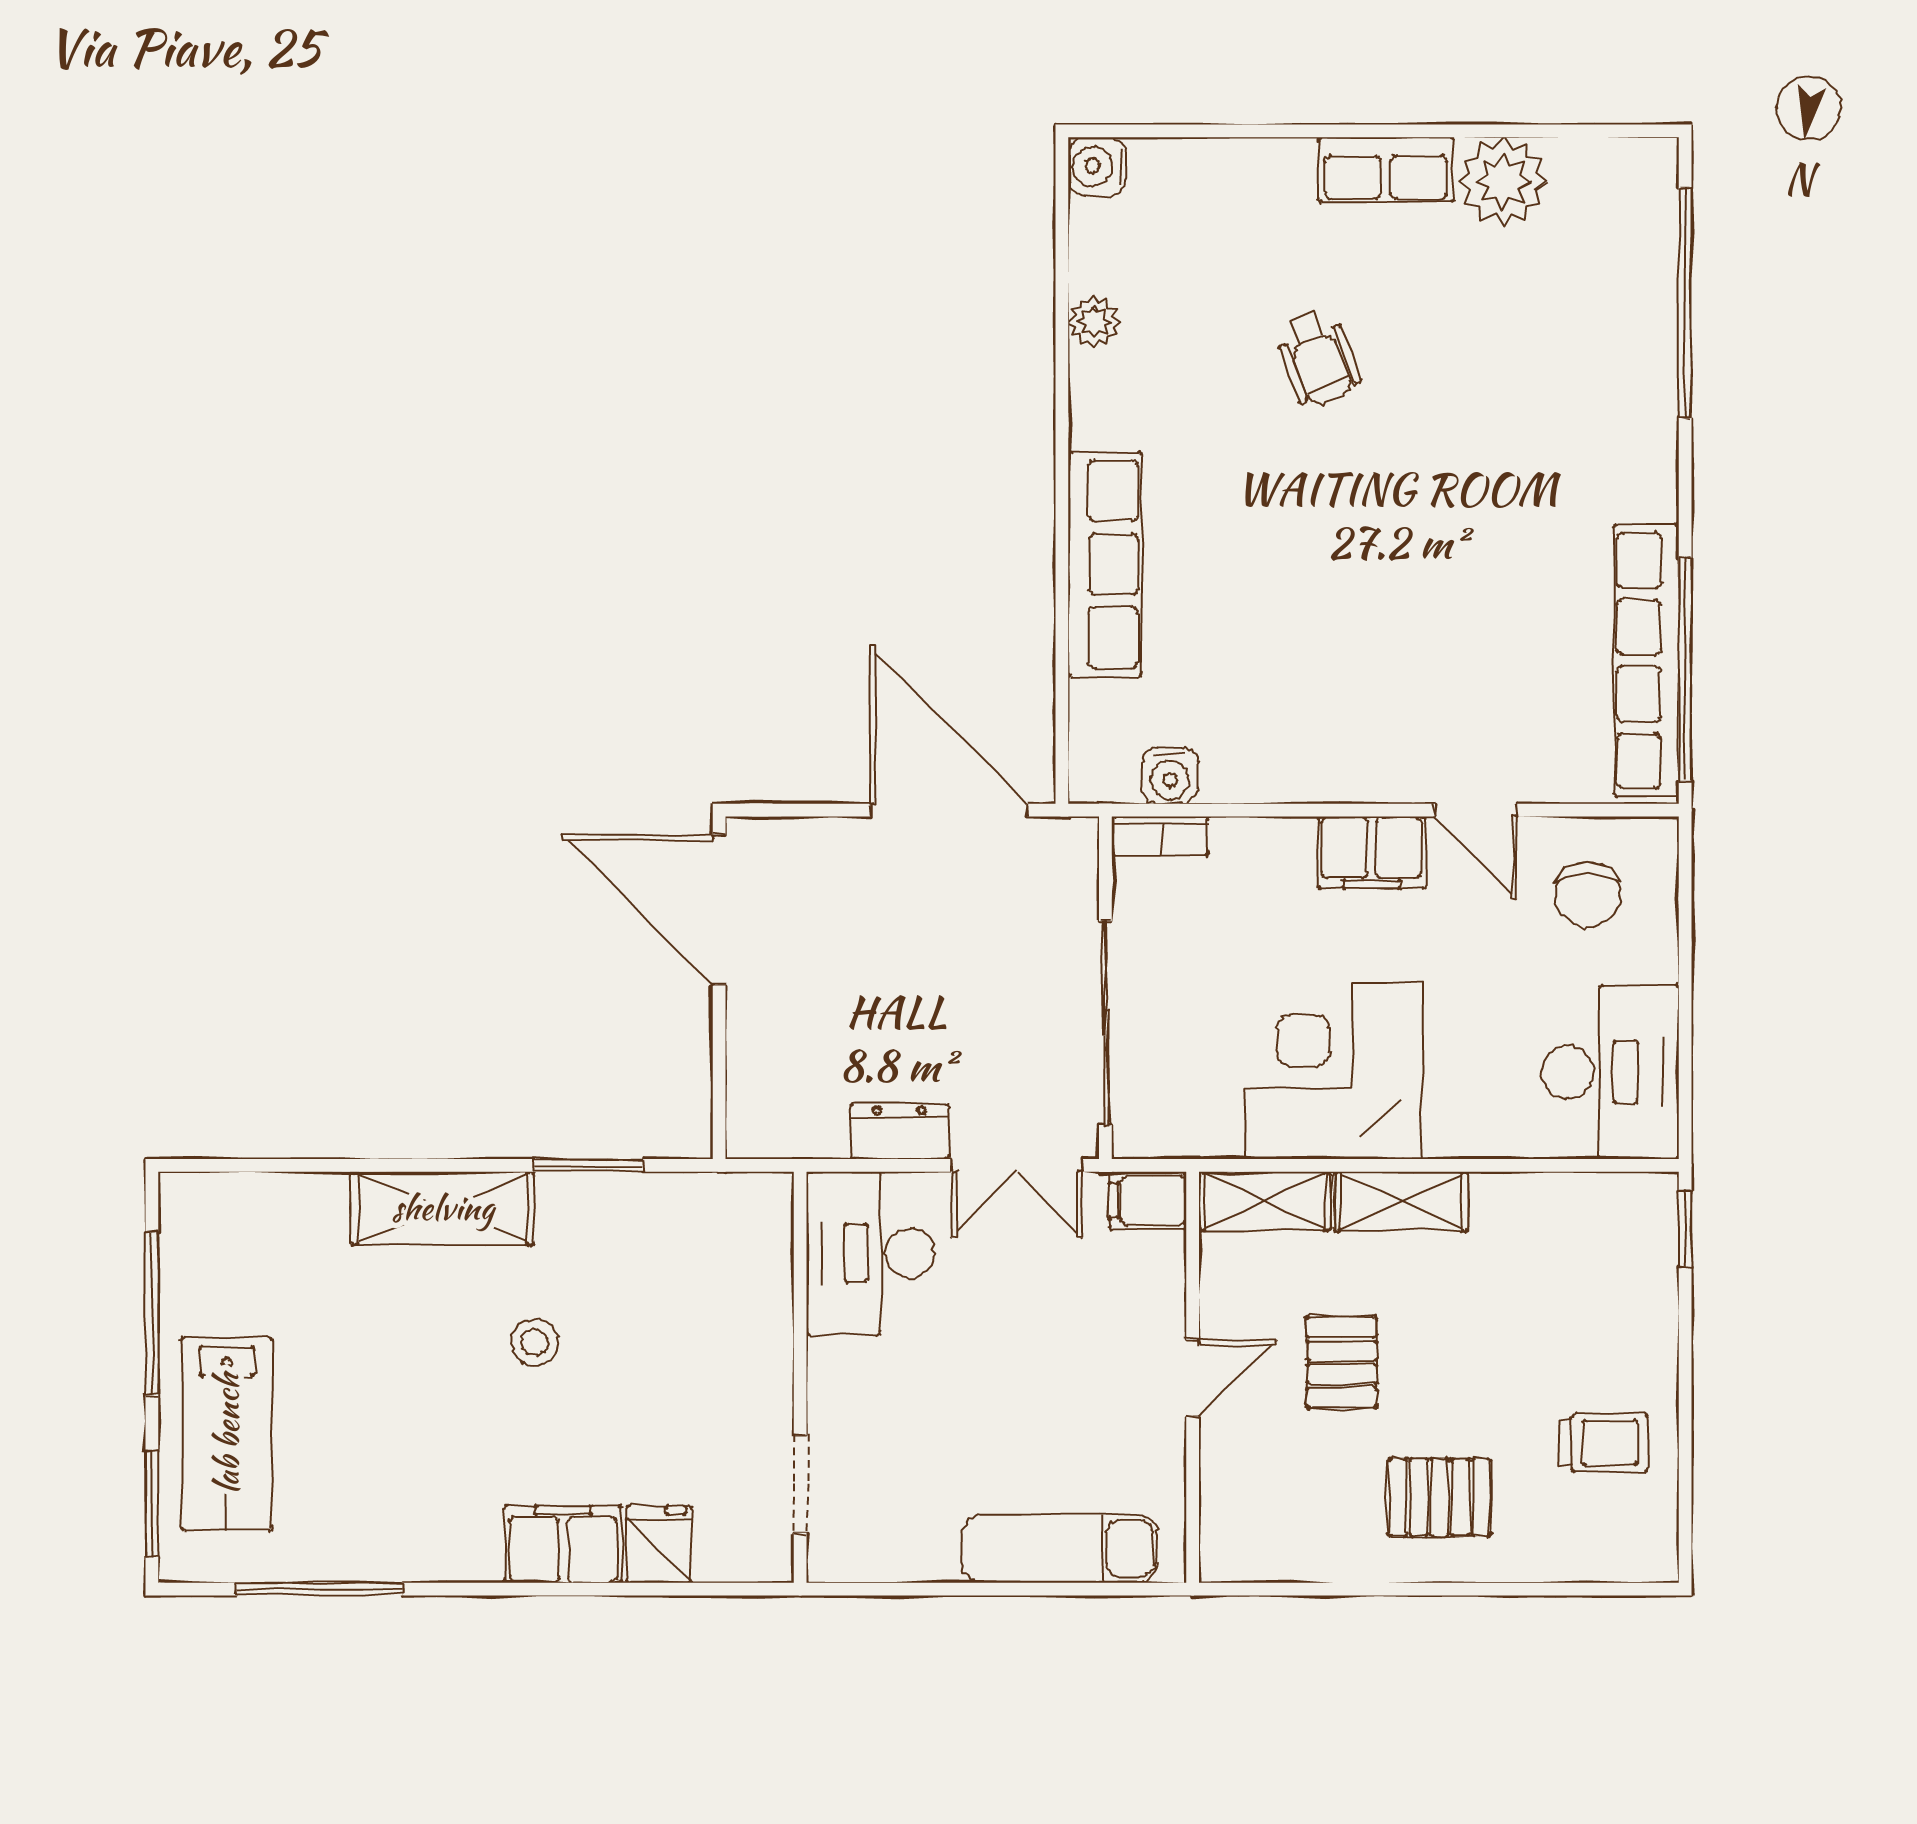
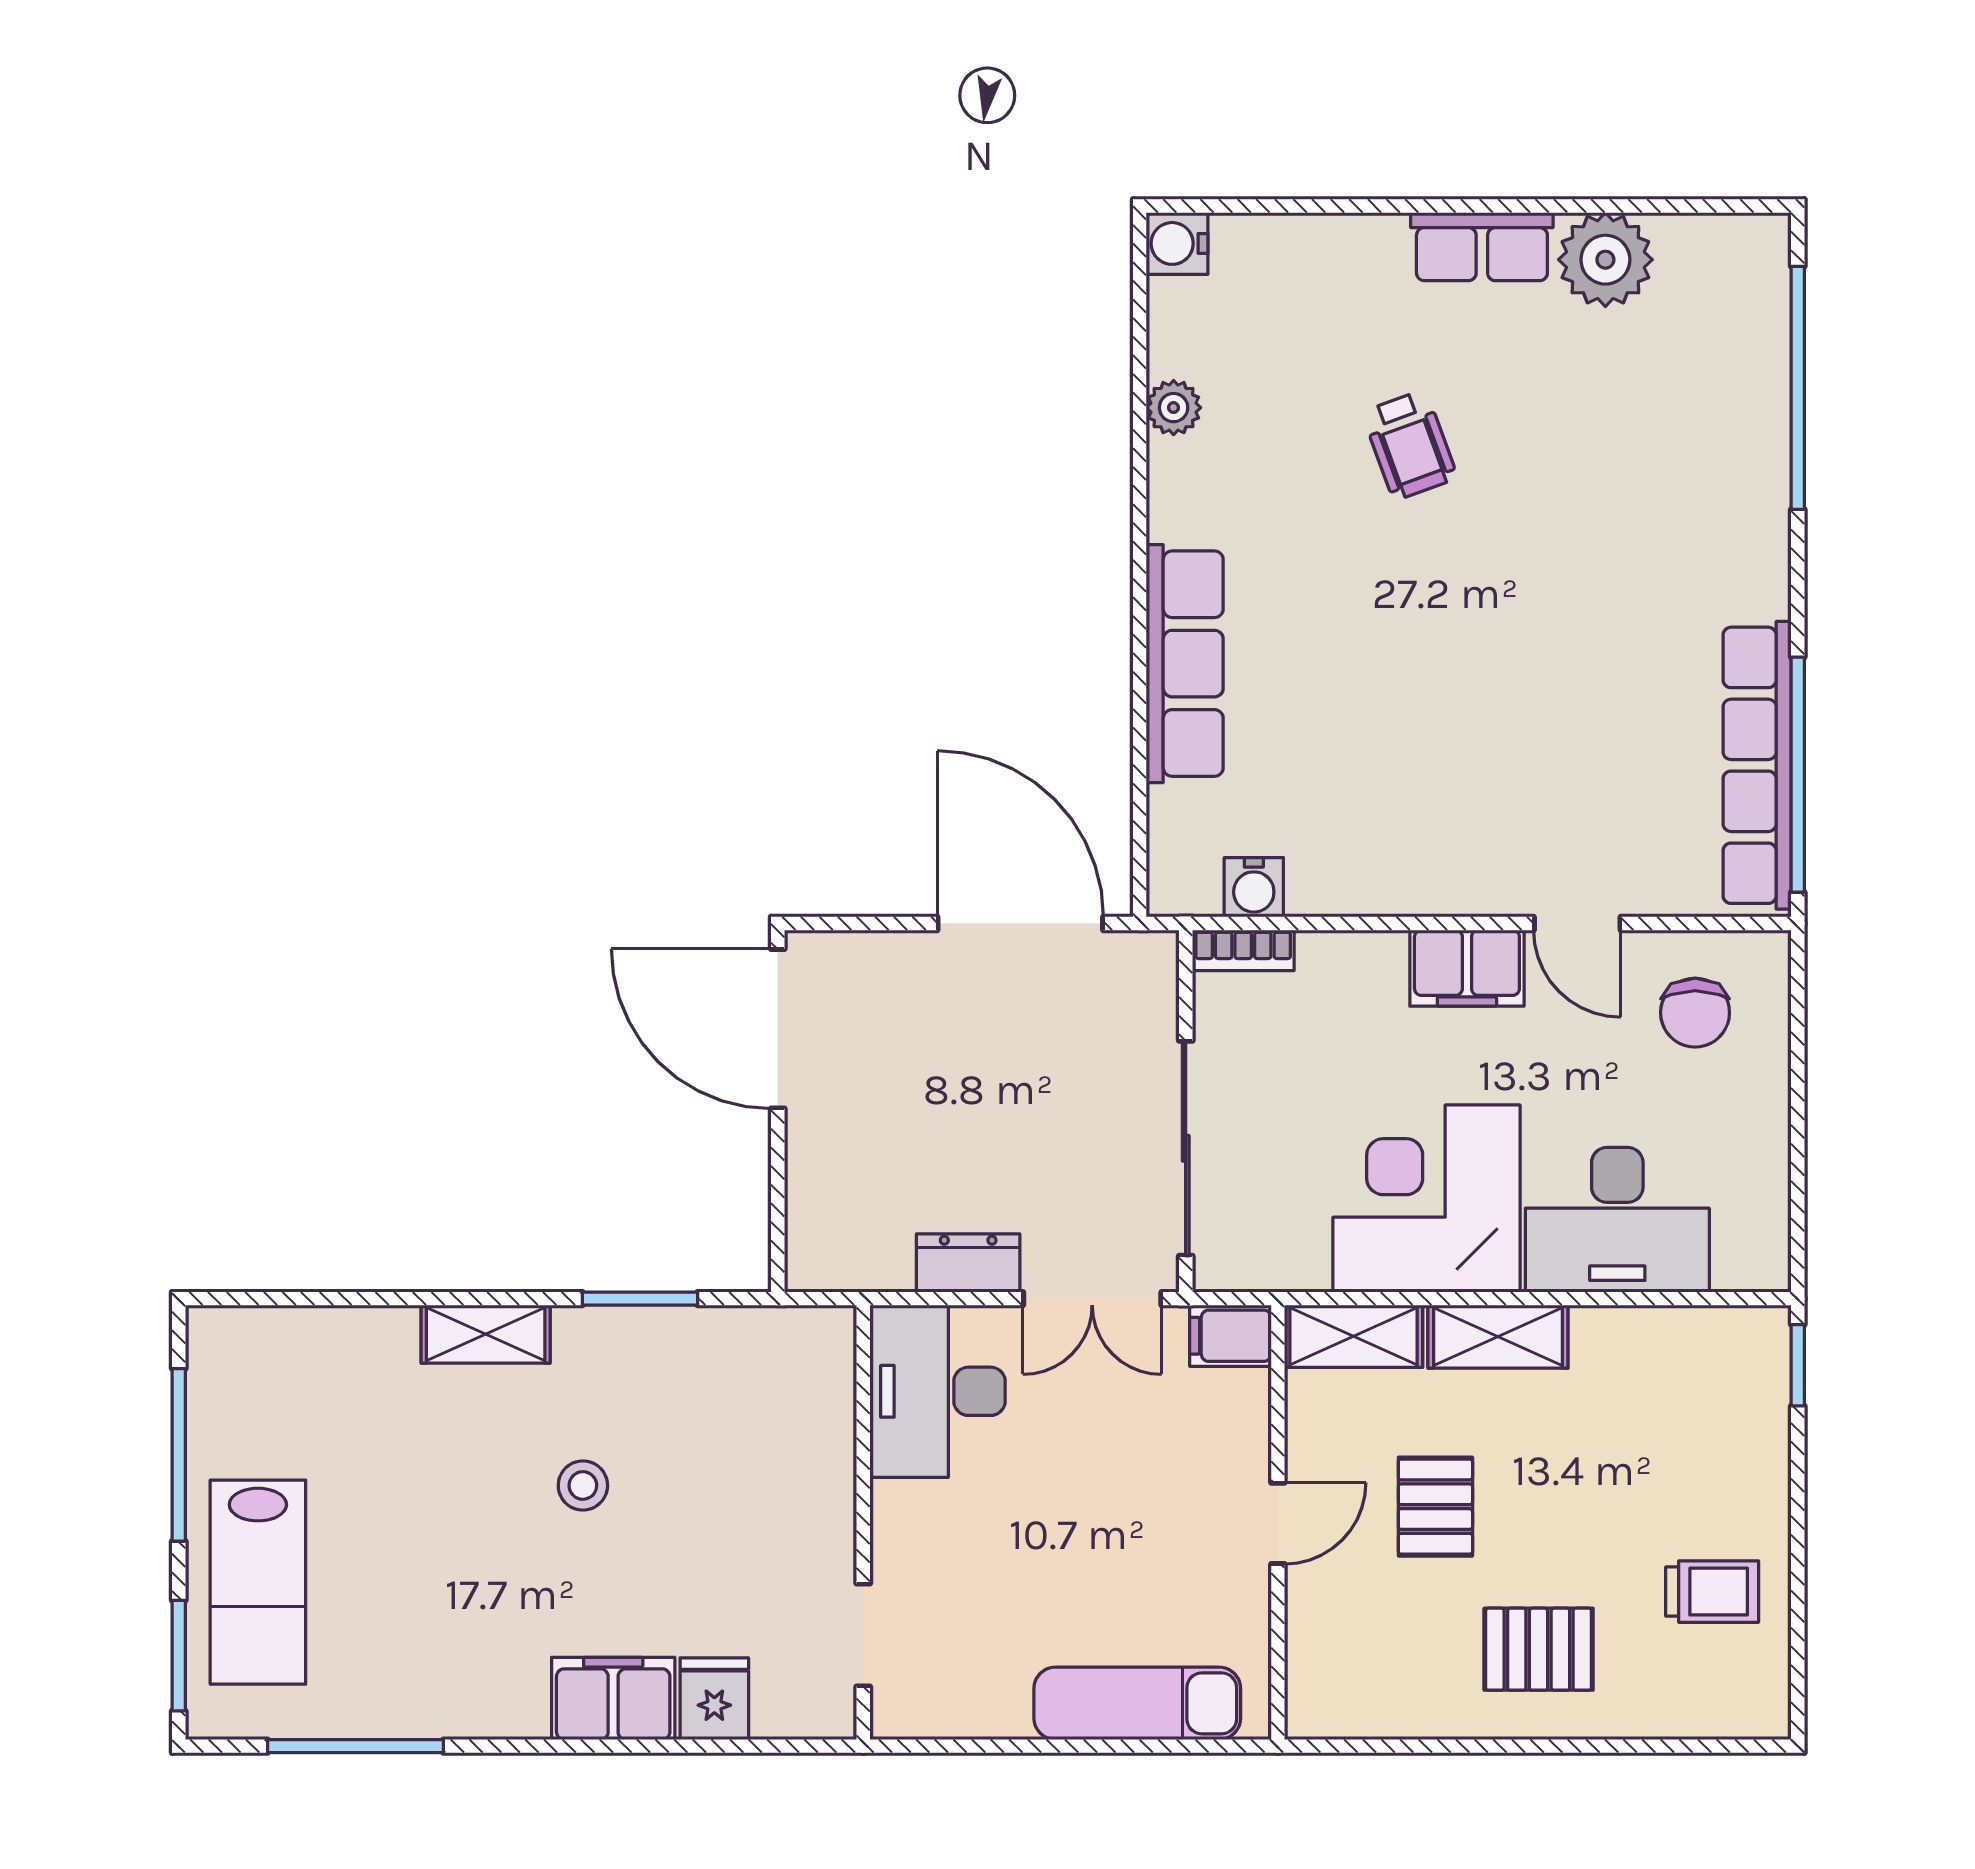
desk: (1610, 1072) -> (1617, 1220), moved, turned 90
shelving: (443, 1208) -> (486, 1334), width x0.67, depth x0.75

